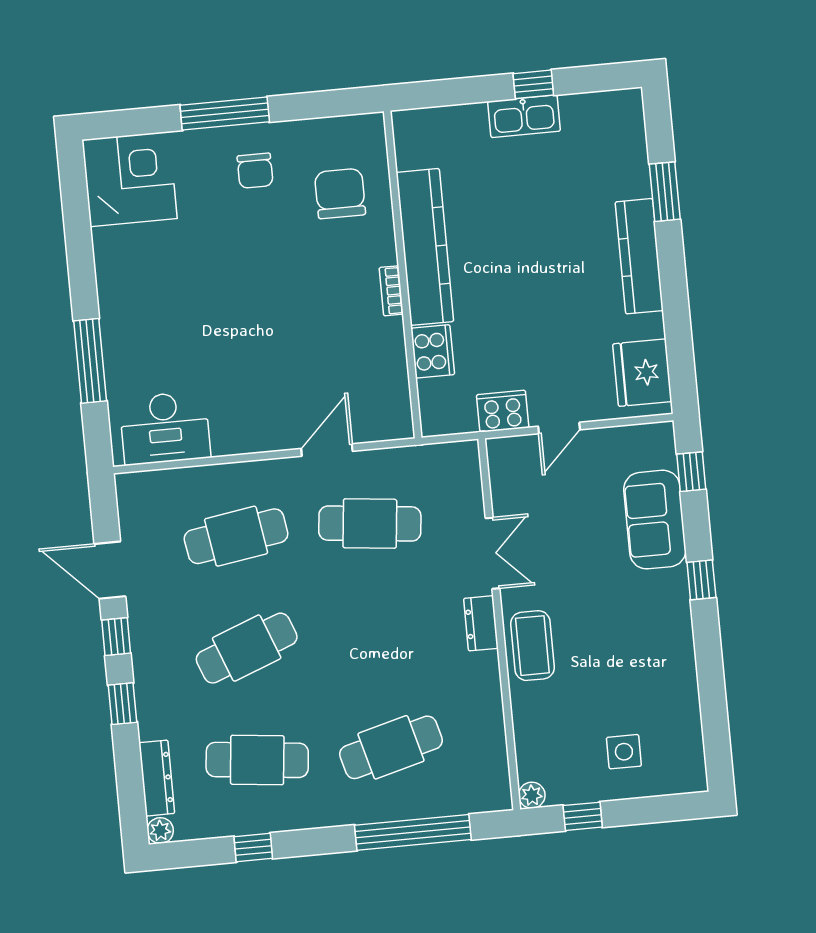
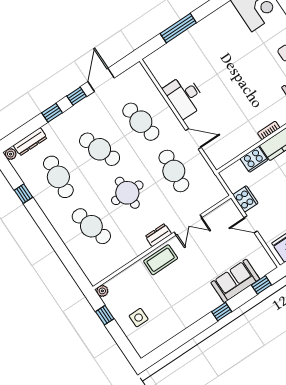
desk: (165, 428) -> (185, 96), moved
round table: (363, 640) -> (127, 193), added
window: (413, 832) -> (63, 253), removed

